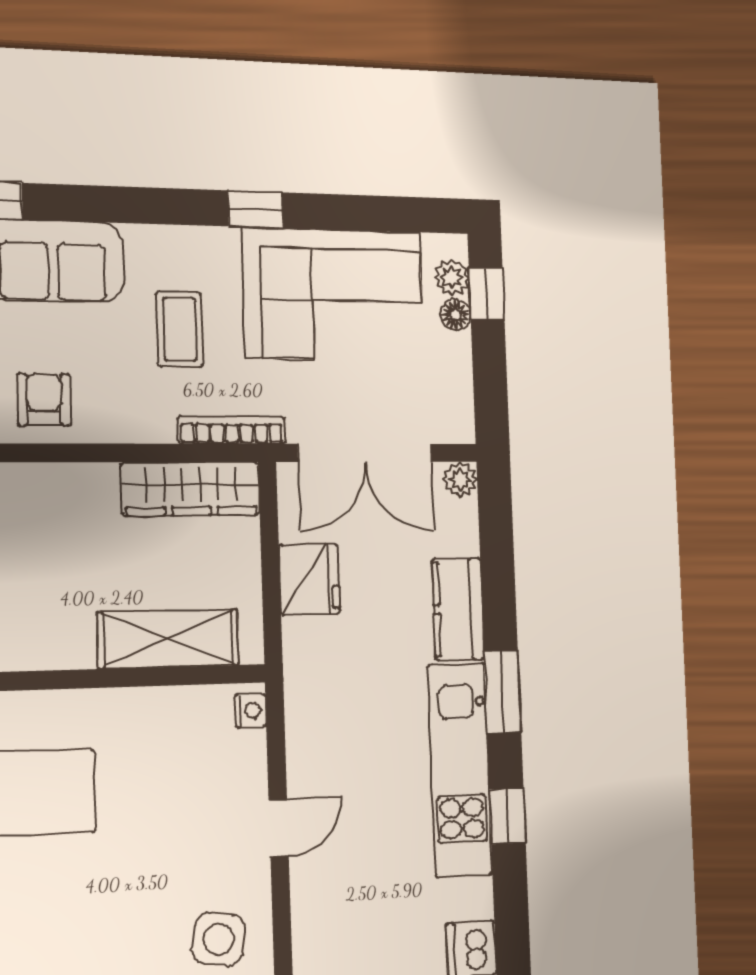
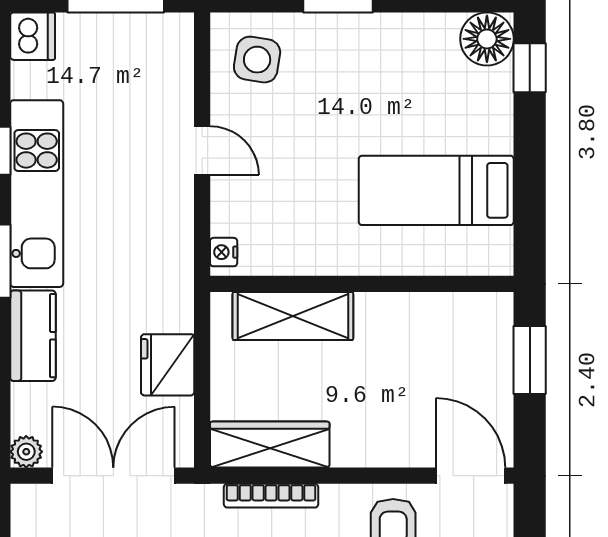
bookcase: (232, 430) -> (271, 496), moved
door: (279, 828) -> (202, 151), swing flipped

